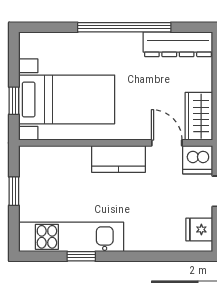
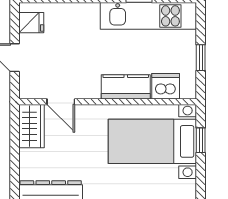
kitchen counter: (118, 159) -> (126, 87), moved
dishwasher: (198, 160) -> (166, 86), moved

